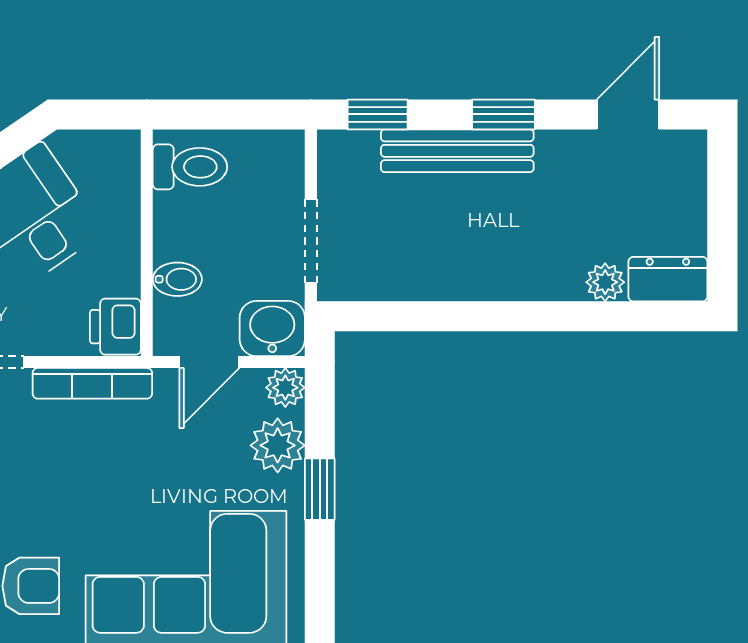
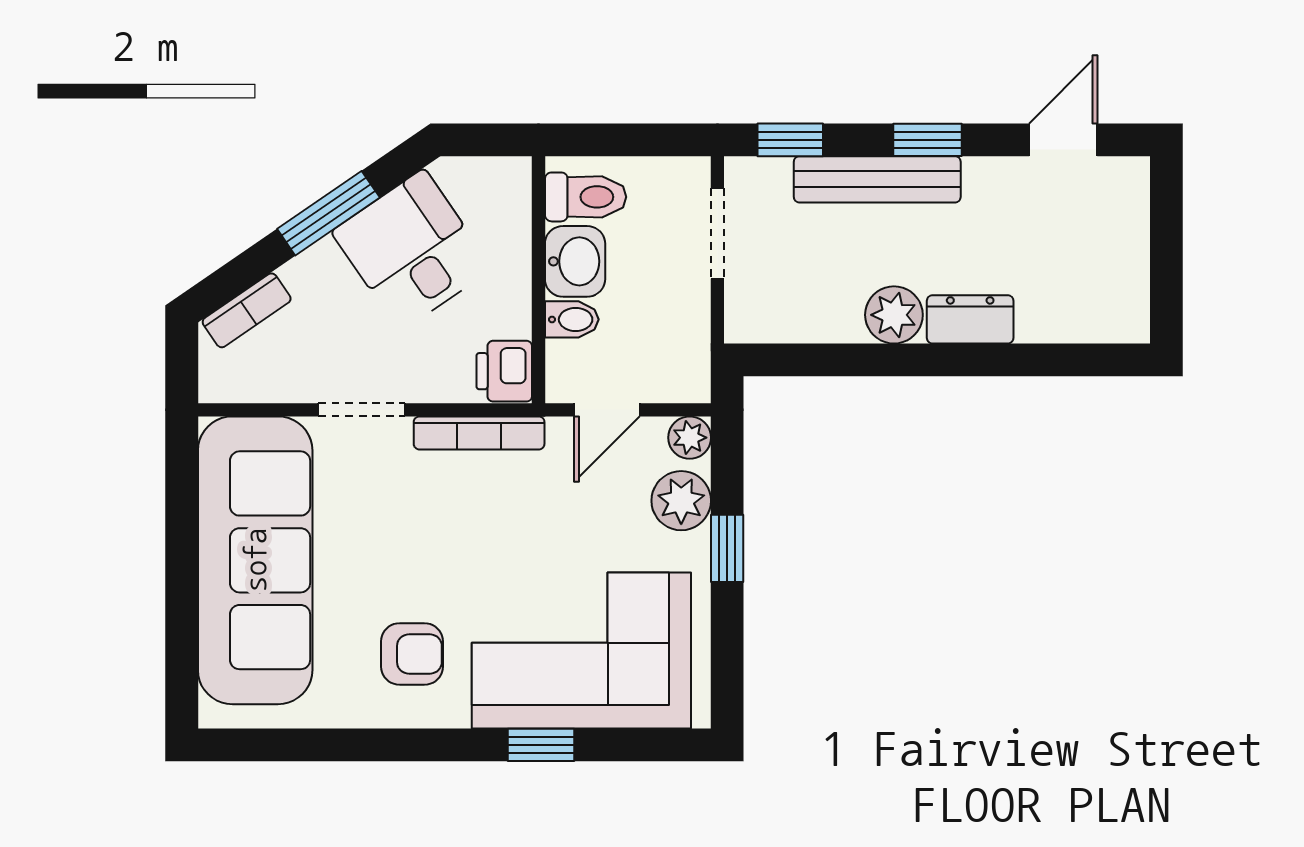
doorway: (311, 241) -> (717, 233), moved
dresser: (668, 279) -> (970, 319), moved
plant: (605, 282) -> (894, 315), moved, width x1.38, depth x1.38
washbasin: (272, 329) -> (575, 261), moved, turned 90

